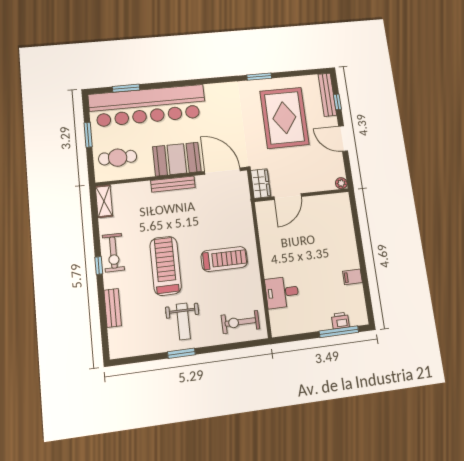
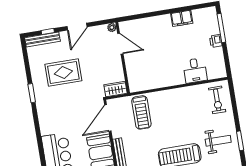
rug: (284, 118) -> (63, 73), width x0.73, depth x0.69
door: (288, 197) -> (120, 44), moved
treadmill: (224, 259) -> (141, 112), moved, turned 180
filing cabinet: (352, 277) -> (182, 18), width x2.00
printer: (340, 321) -> (216, 41), moved

